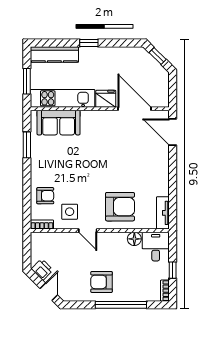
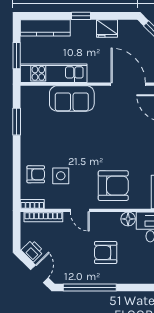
fridge: (106, 99) -> (107, 28), moved, turned 180
sofa: (59, 123) -> (72, 98), moved
side table: (70, 212) -> (61, 176), moved
bookcase: (53, 237) -> (43, 217), added
armchair: (102, 282) -> (106, 253), moved
window: (121, 305) -> (90, 288), moved

